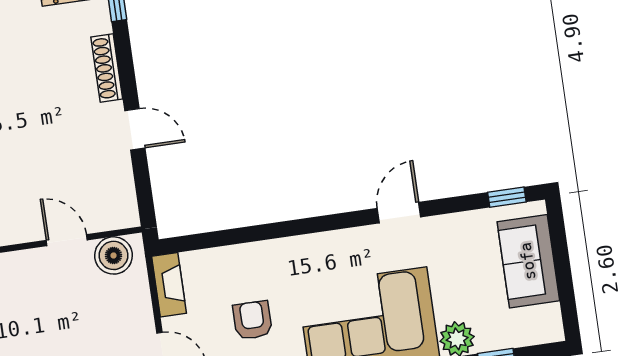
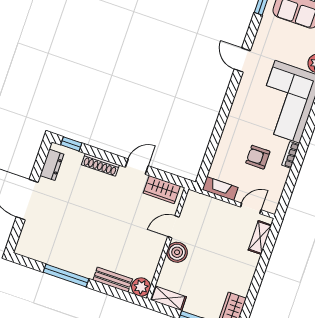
wardrobe: (118, 190) -> (162, 190), added
boiler: (114, 255) -> (177, 252), moved

